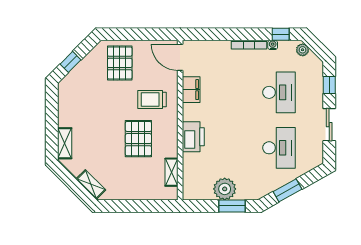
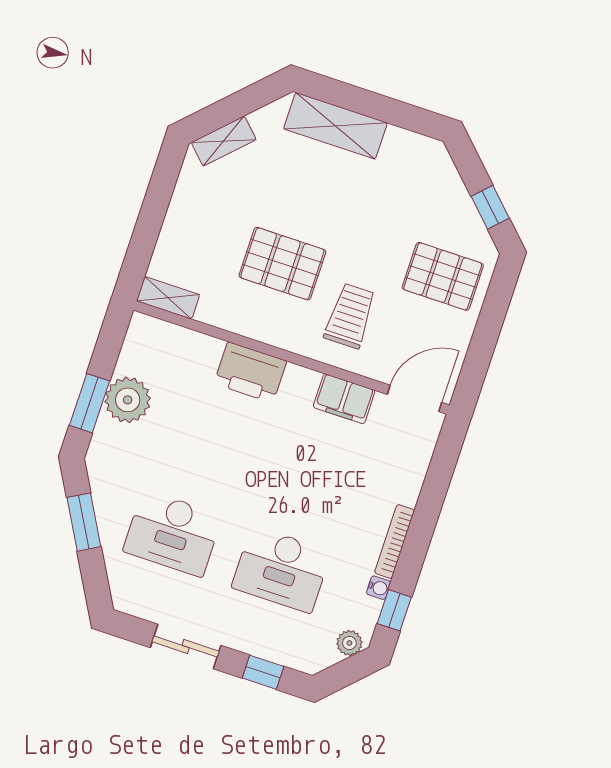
window: (71, 62) -> (490, 207), moved
shelving: (65, 143) -> (335, 126), width x1.50, depth x1.33
shelving: (172, 172) -> (168, 298), moved

